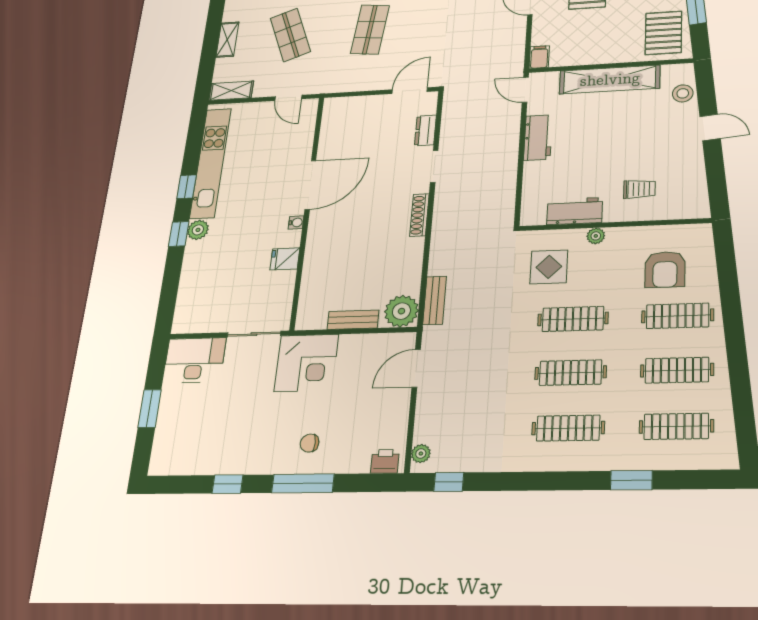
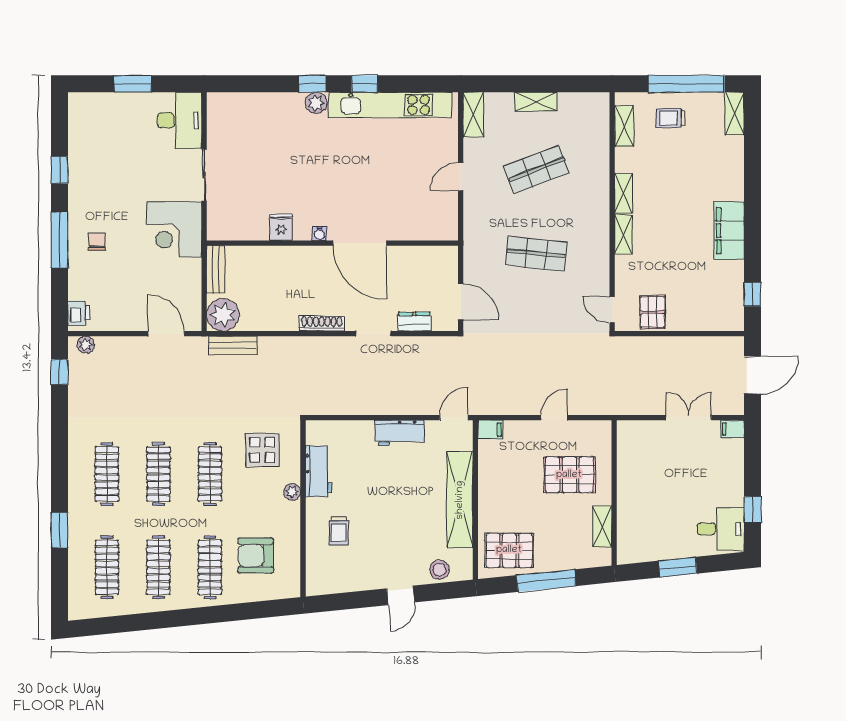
door: (310, 185) -> (360, 243), moved
wall: (307, 210) -> (332, 243), moved
water cooler: (296, 222) -> (319, 234), moved
fridge: (285, 259) -> (281, 227), moved

